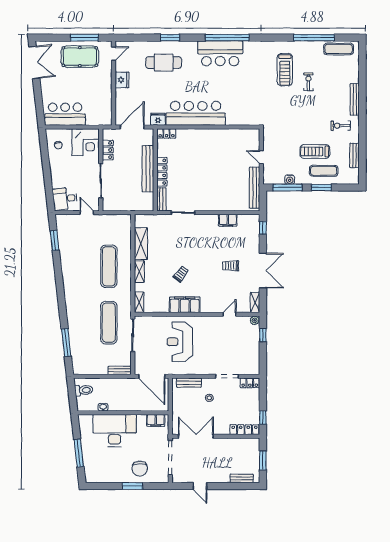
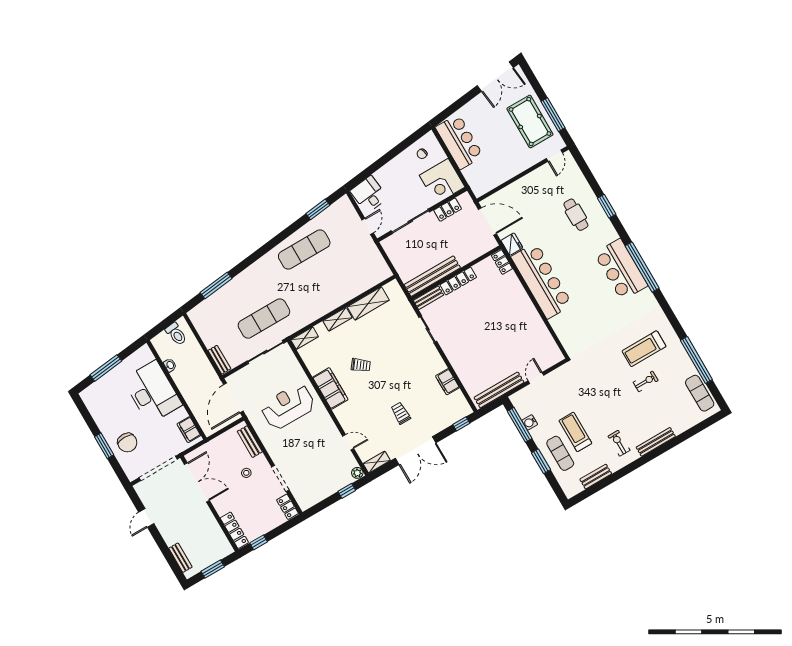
door: (114, 54) -> (554, 156), hinge flipped
cafe table: (164, 63) -> (576, 215), width x0.73, depth x0.74
fridge: (122, 80) -> (531, 181), removed
bench: (148, 169) -> (432, 276), moved
exercise mat: (109, 266) -> (304, 249), moved
chair: (140, 469) -> (127, 443), turned -90

